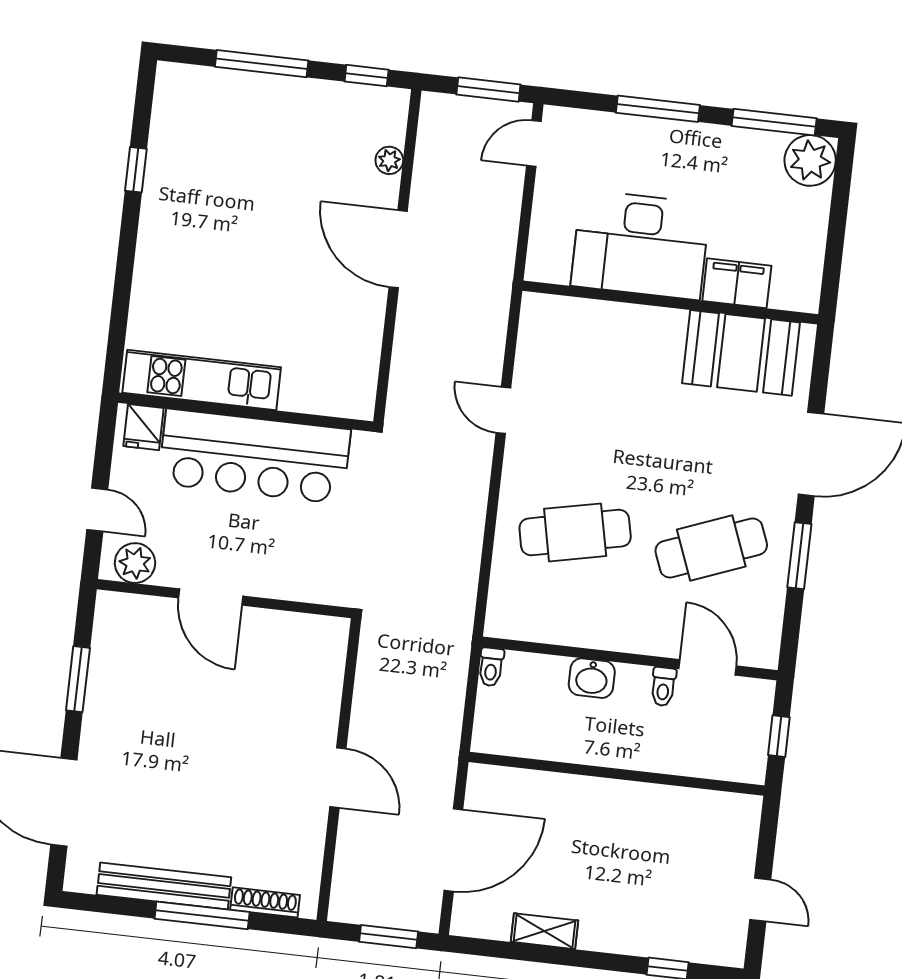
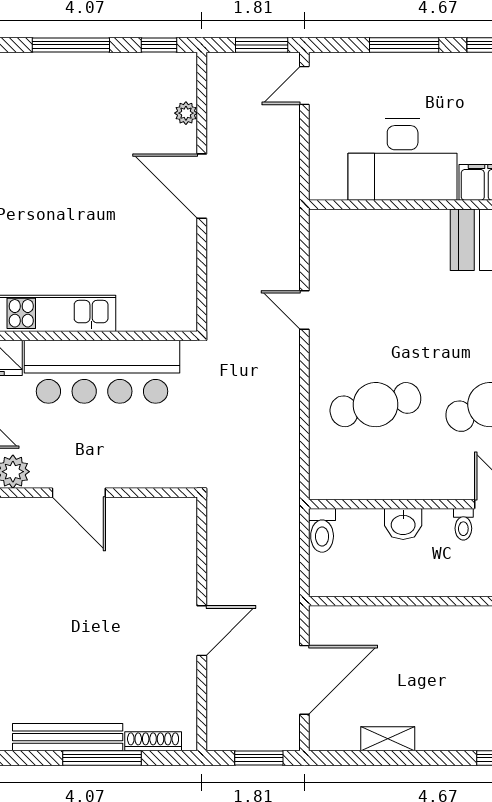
toilet: (491, 667) -> (322, 530), width x1.37, depth x1.39
door: (338, 778) -> (202, 631), hinge flipped

